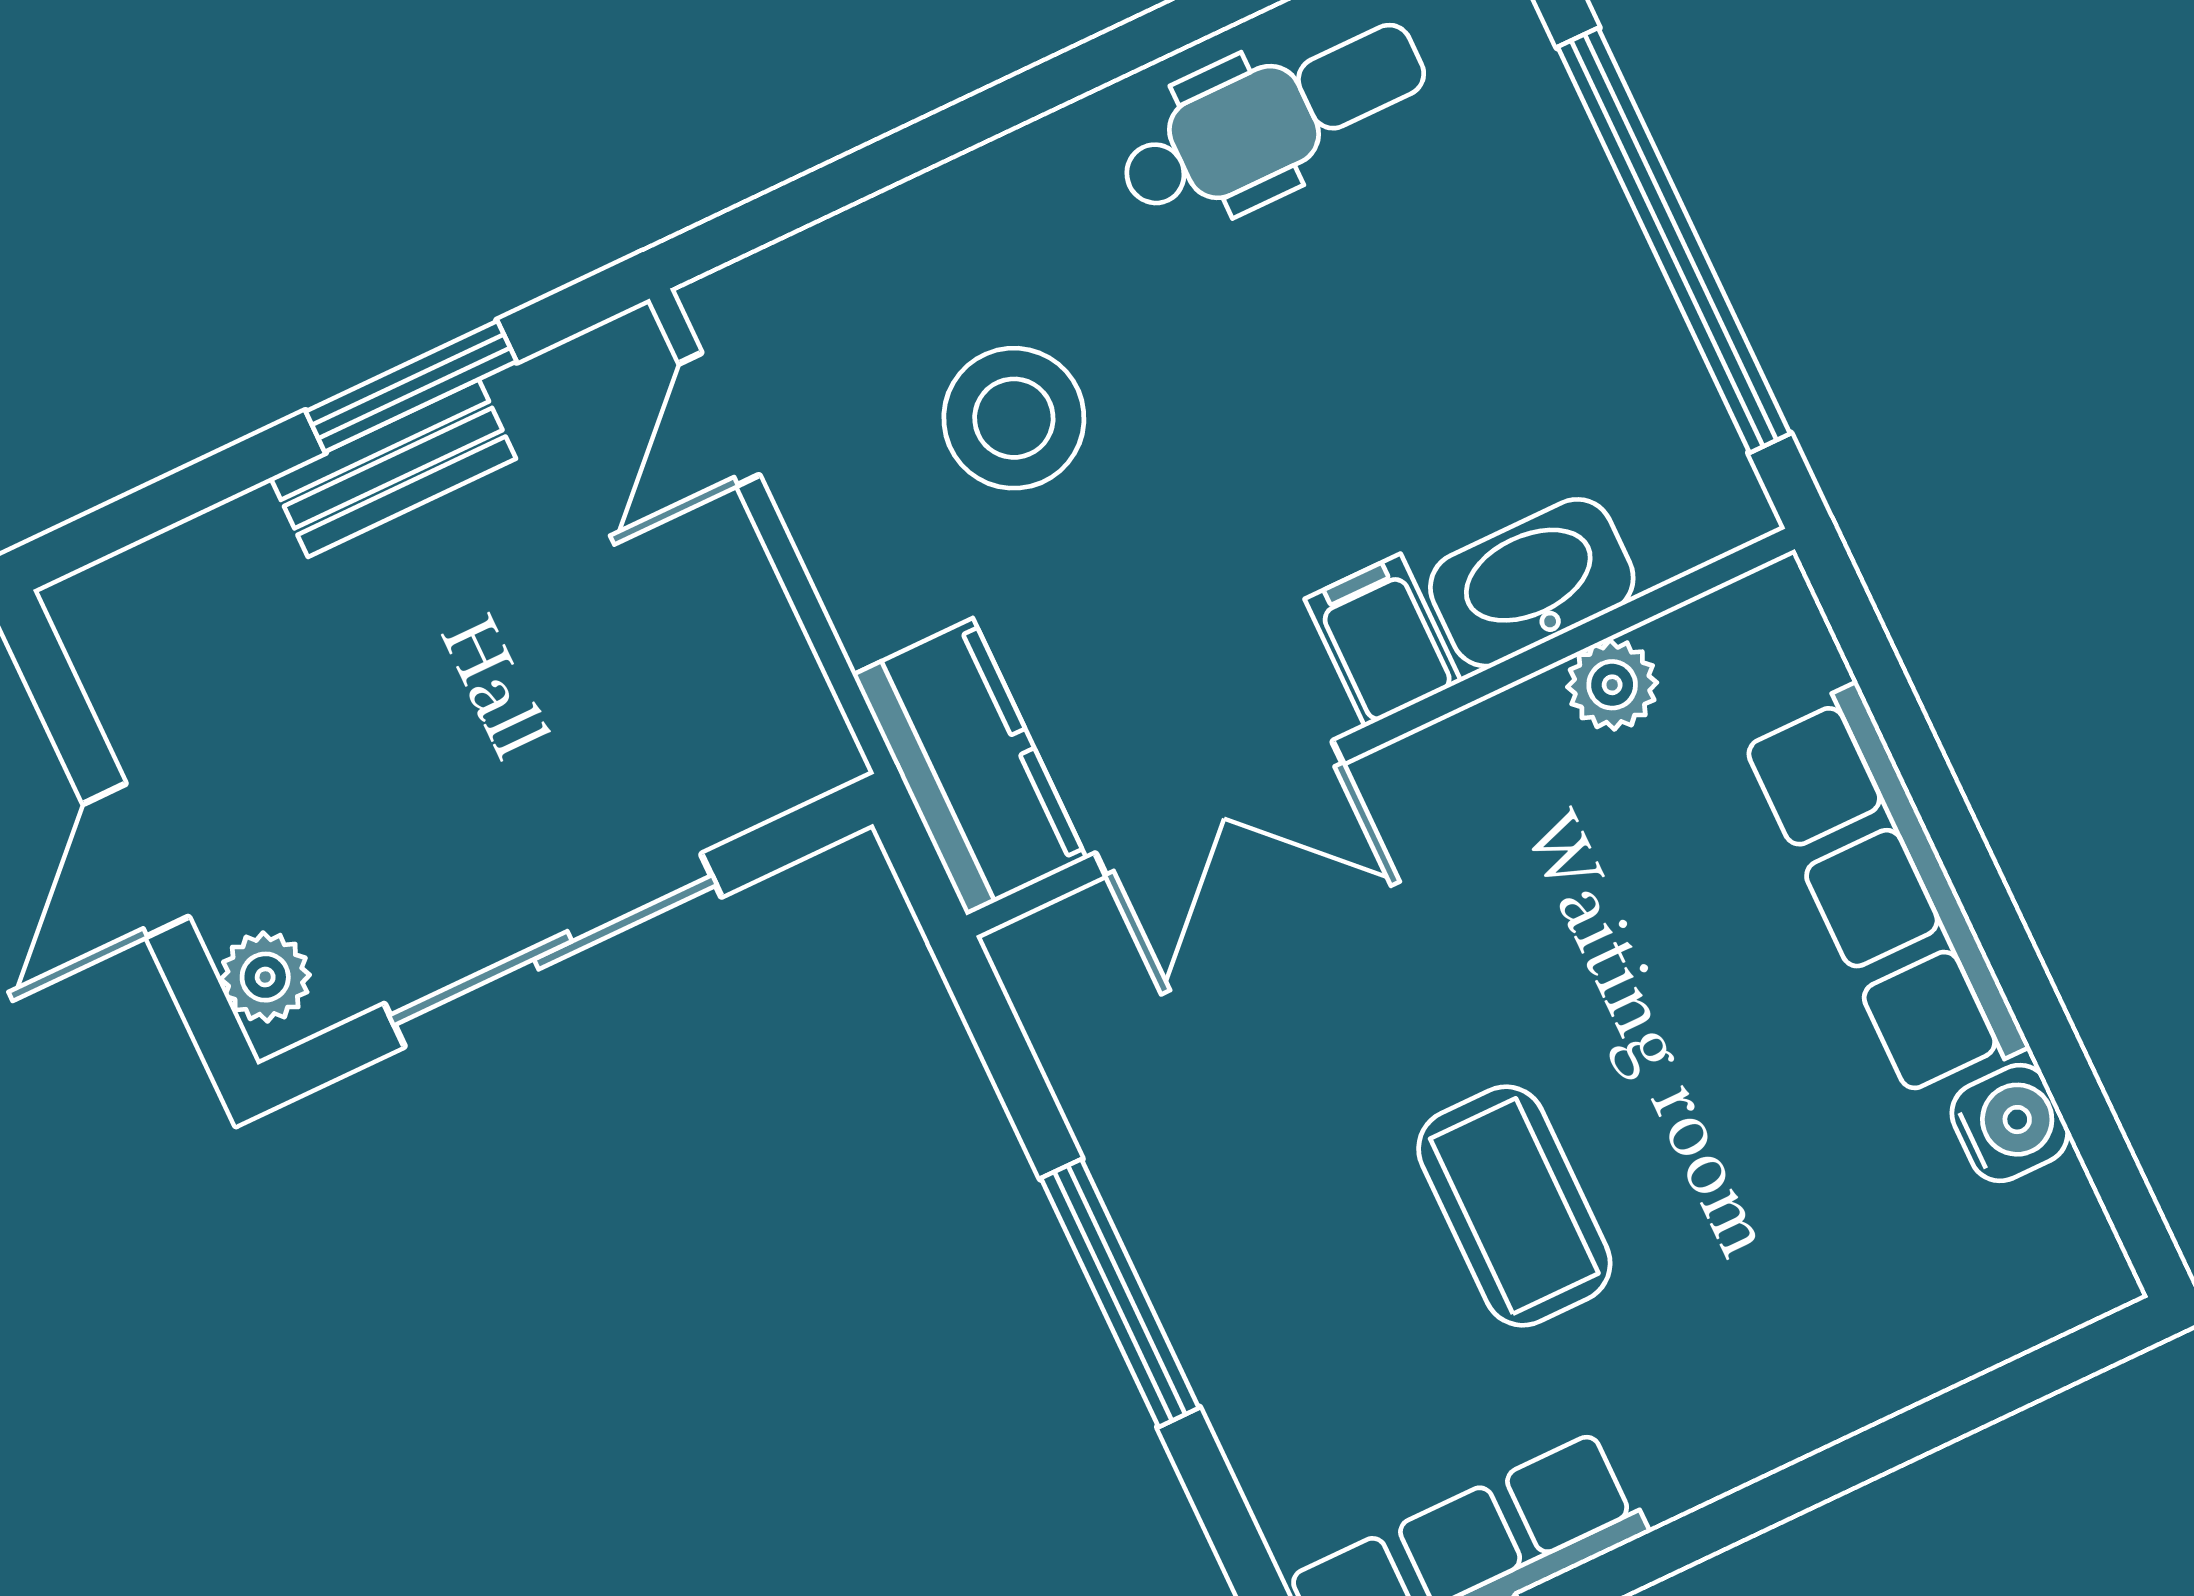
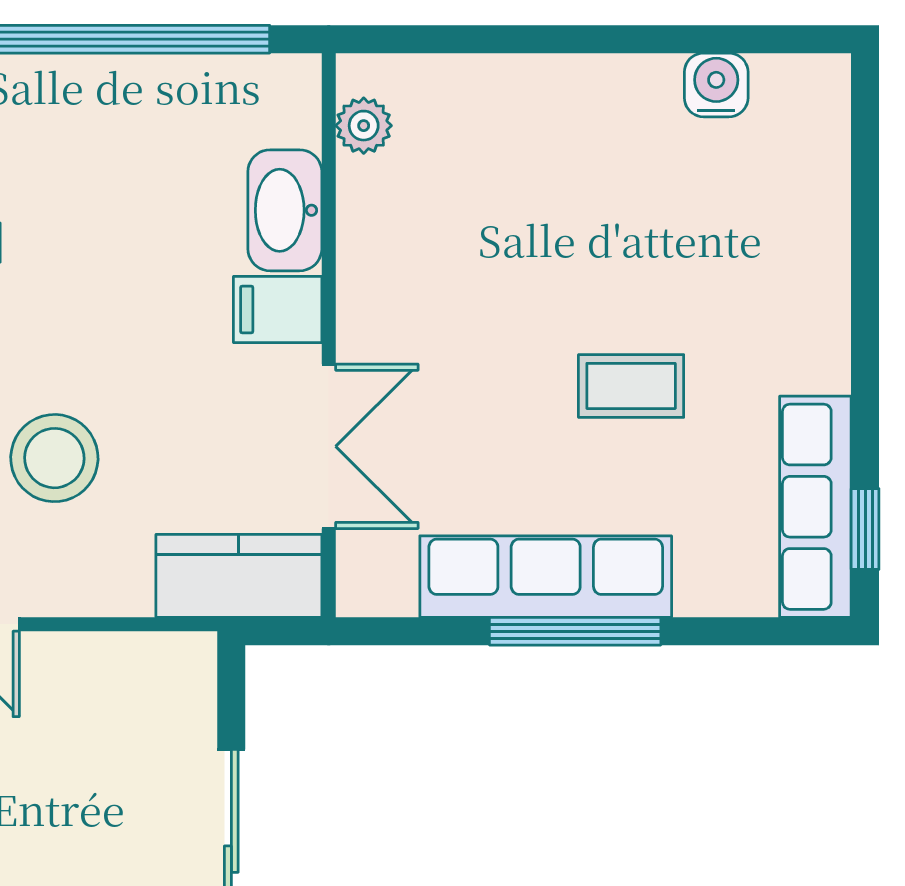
plant: (1612, 685) -> (364, 126), moved
row of seats: (1885, 892) -> (546, 577), moved, turned 180
coffee table: (1514, 1206) -> (631, 386), width x0.73, depth x0.77

